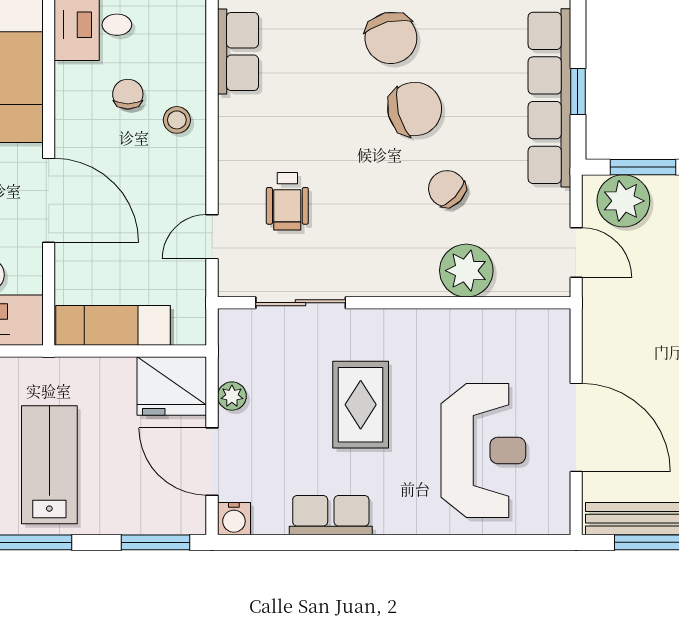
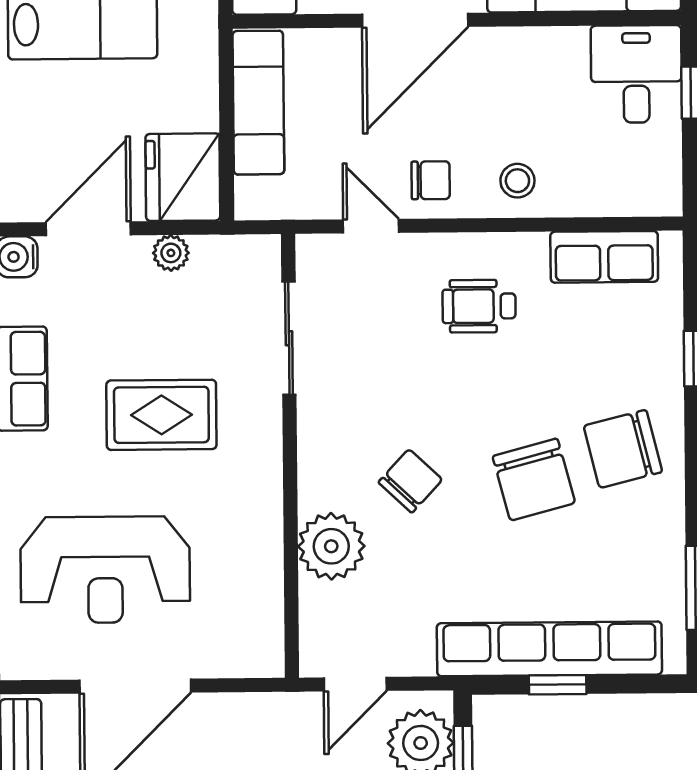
chair: (128, 94) -> (431, 180), moved
chair: (447, 189) -> (410, 481), moved
wheelchair: (287, 201) -> (479, 306), moved

